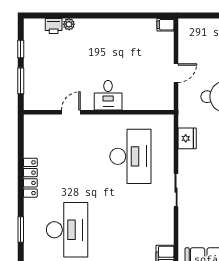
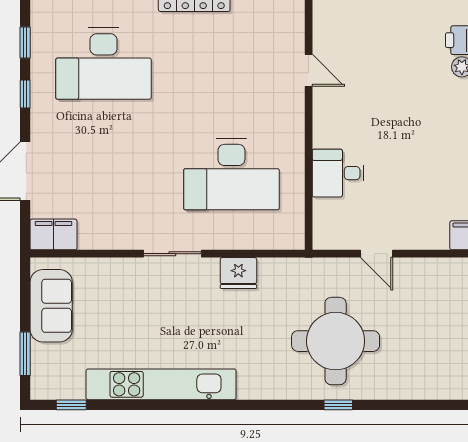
desk: (108, 95) -> (338, 173), moved
fridge: (187, 138) -> (238, 273), moved

